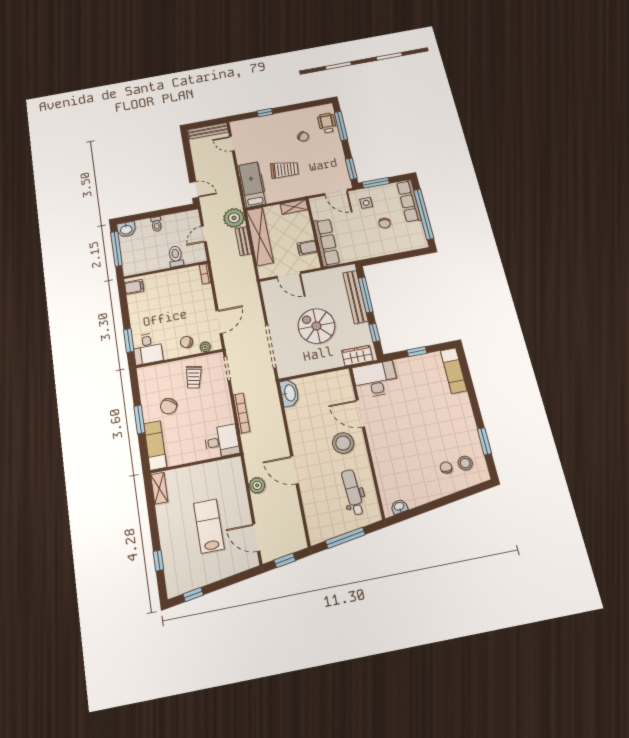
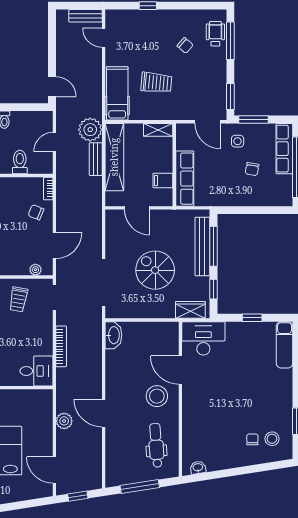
bench: (208, 131) -> (85, 16), width x0.73
chair: (186, 342) -> (36, 212), moved

